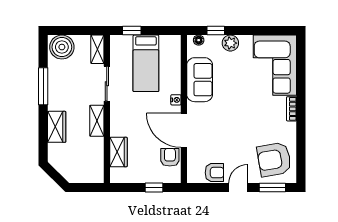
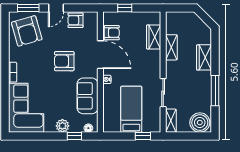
shelving: (97, 121) -> (171, 47), moved
armchair: (228, 122) -> (64, 61), added
armchair: (170, 157) -> (112, 33), turned -90
armchair: (274, 159) -> (27, 31), turned 84

